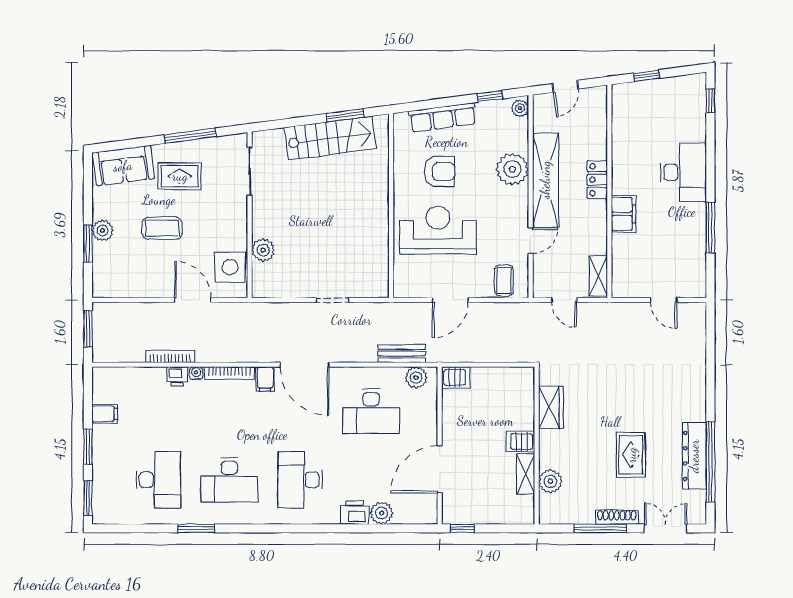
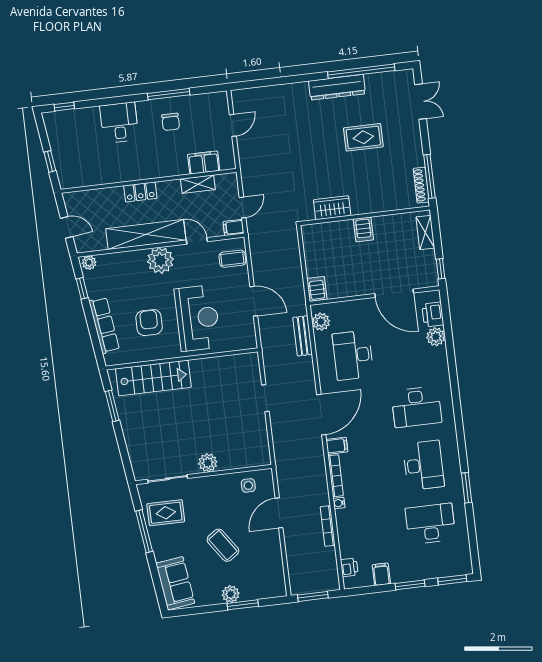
stairs: (330, 138) -> (153, 378), moved, turned 97
plant: (512, 169) -> (160, 260), moved
desk: (683, 172) -> (119, 123), width x0.73
rug: (180, 176) -> (166, 513), moved, turned 90
filing cabinet: (623, 214) -> (204, 162), moved
chair: (677, 226) -> (171, 122), added
coffee table: (162, 228) -> (223, 545), turned -35
reception desk: (438, 230) -> (198, 318), turned 180
plant: (263, 250) -> (208, 463), moved
side table: (230, 267) -> (248, 485), width x0.54, depth x0.54
shelving: (598, 276) -> (198, 184), moved
filing cabinet: (541, 286) -> (234, 227), added
printer: (177, 376) -> (349, 567), moved
desk: (371, 411) -> (353, 355), turned 180
dresser: (694, 456) -> (337, 87), moved
shelving: (526, 474) -> (425, 233), moved, turned 90
plant: (550, 481) -> (393, 201), removed
printer: (354, 513) -> (433, 314), moved
shoe rack: (617, 517) -> (421, 185), moved
window: (600, 528) -> (429, 176), moved
double door: (666, 528) -> (421, 101), swing flipped

